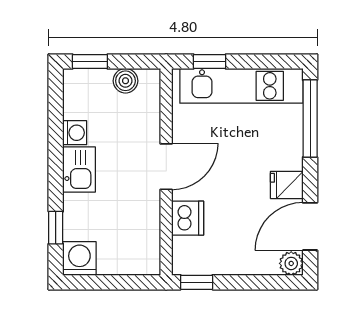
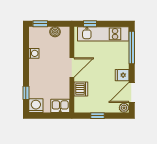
kitchen sink: (79, 170) -> (60, 106), moved, turned -90
window: (197, 282) -> (97, 116), moved

